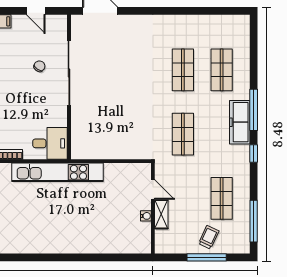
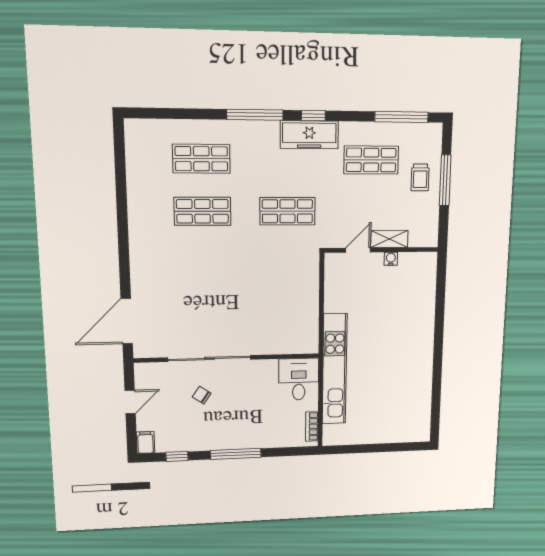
freezer: (240, 122) -> (309, 135), moved
trolley: (209, 237) -> (420, 177), turned -115

